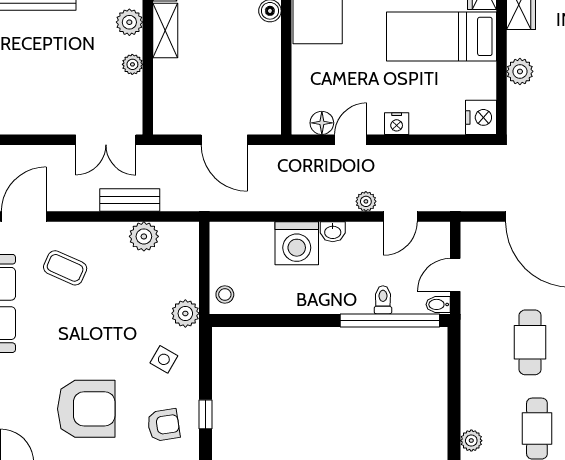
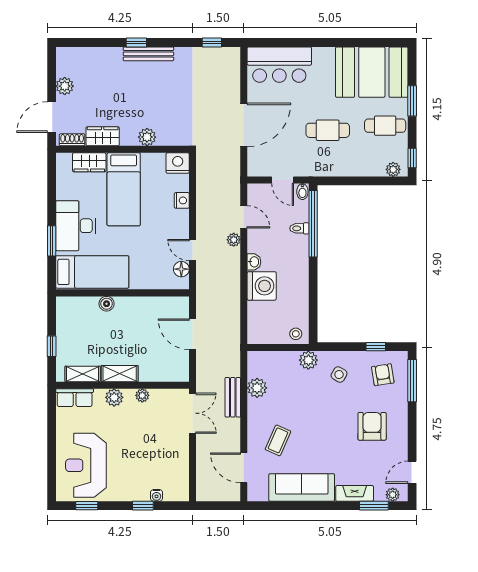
nightstand: (397, 124) -> (182, 200), moved
door: (224, 140) -> (193, 334), swing flipped
armchair: (86, 409) -> (372, 426), width x0.73, depth x0.73

